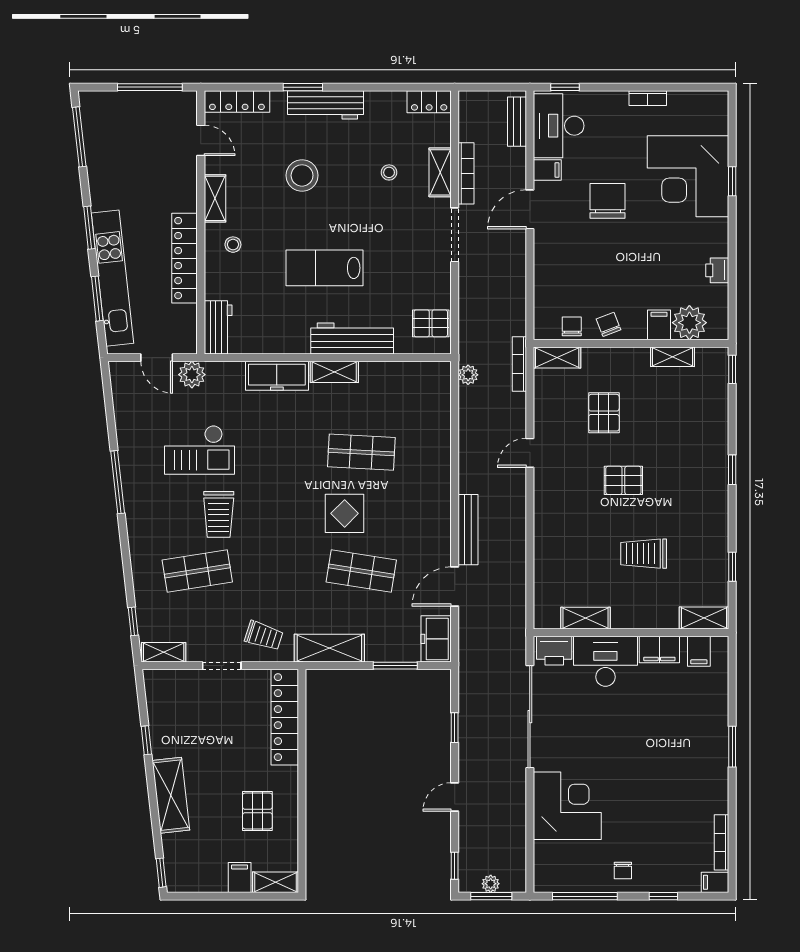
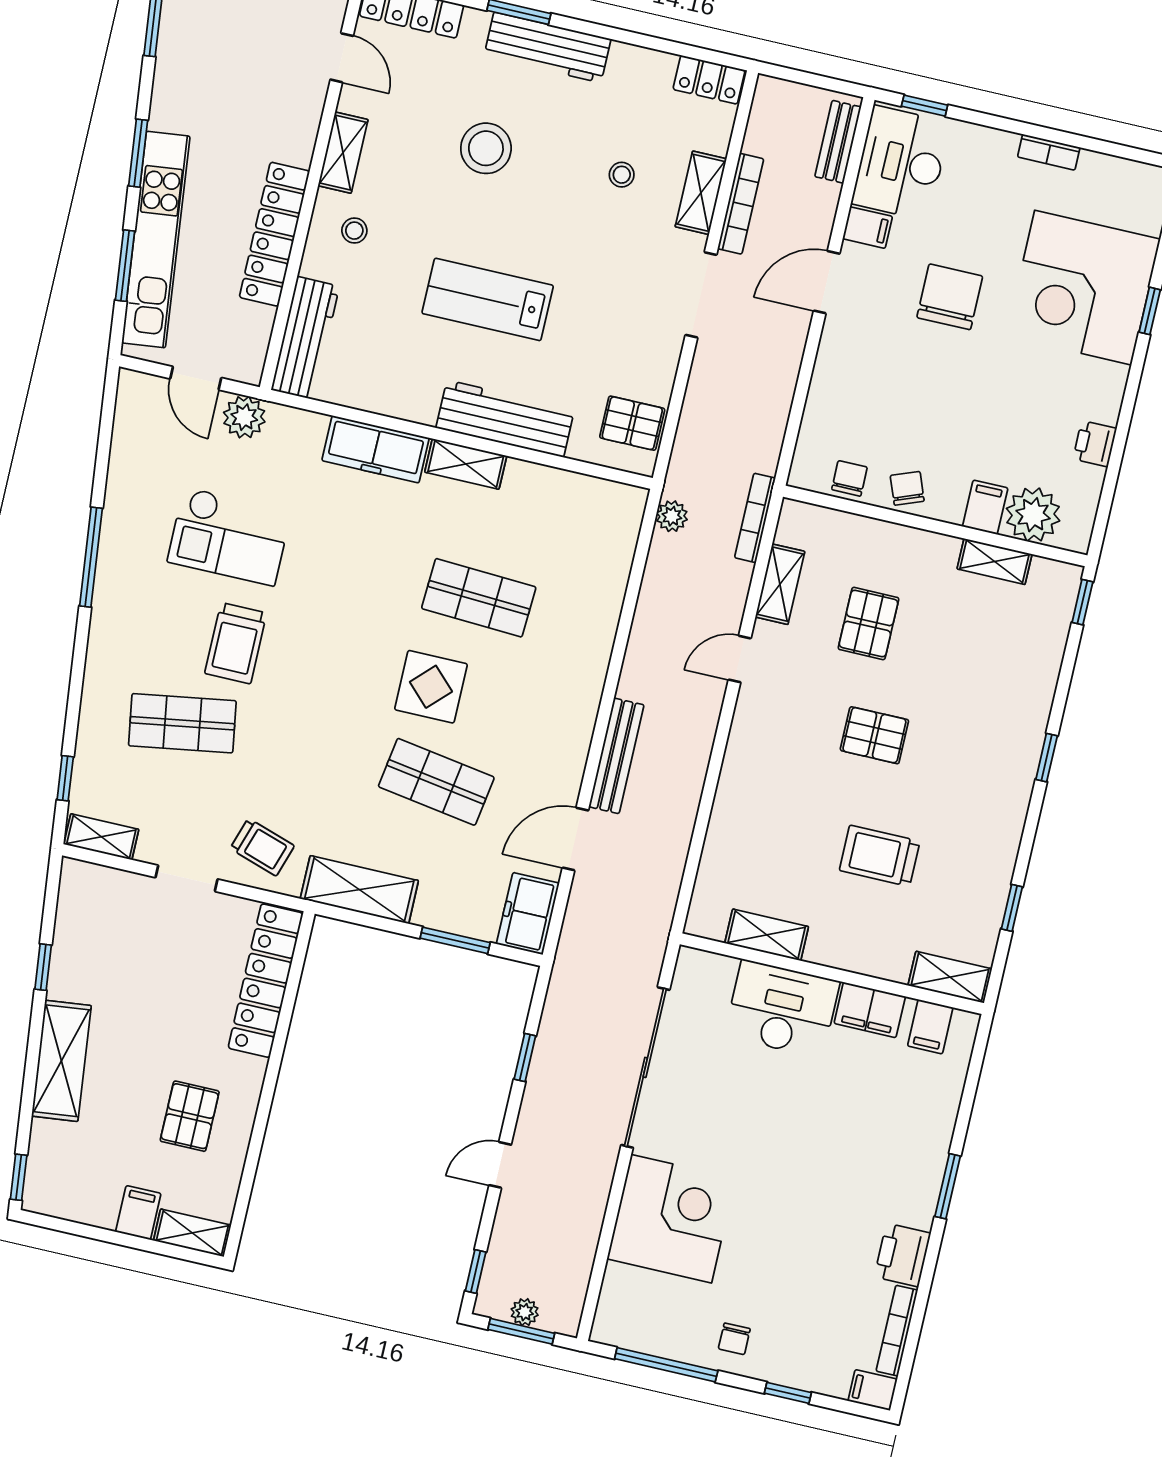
workbench: (218, 327) -> (305, 338), width x1.38
shelving: (557, 358) -> (780, 584), moved, turned 90
printer: (554, 651) -> (902, 1255), moved, turned 90

